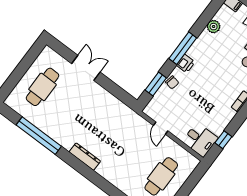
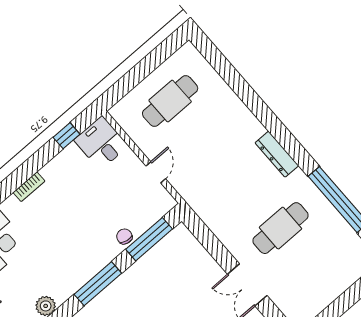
printer: (186, 64) -> (99, 260), removed
window: (156, 84) -> (149, 239), width x1.44
cafe table: (43, 87) -> (281, 228), moved

